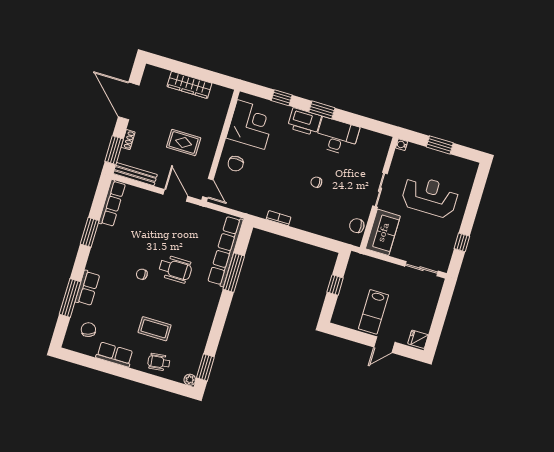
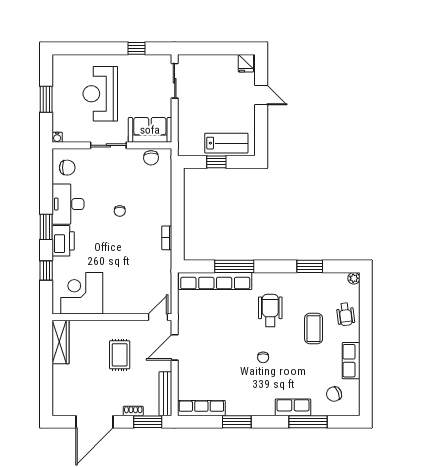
wardrobe: (189, 85) -> (61, 342), moved
chair: (236, 164) -> (67, 168), moved
wheelchair: (175, 269) -> (270, 310), moved
lab bench: (374, 312) -> (226, 143), moved
window: (205, 367) -> (310, 266), moved

